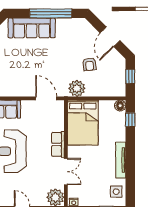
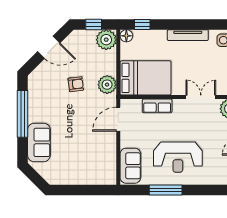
sofa: (32, 28) -> (39, 142), width x0.73
armchair: (89, 64) -> (76, 84), moved
plant: (117, 88) -> (106, 40), added
row of seats: (58, 144) -> (157, 106), moved

